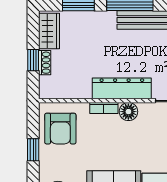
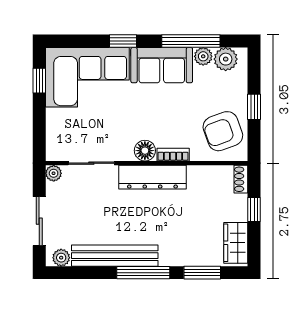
shoe rack: (45, 63) -> (241, 179), moved
armchair: (60, 129) -> (223, 131), turned -110

